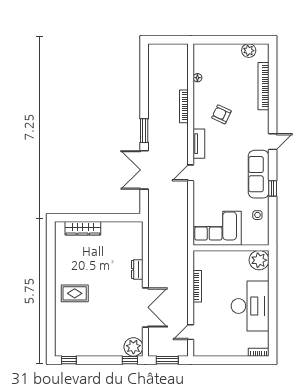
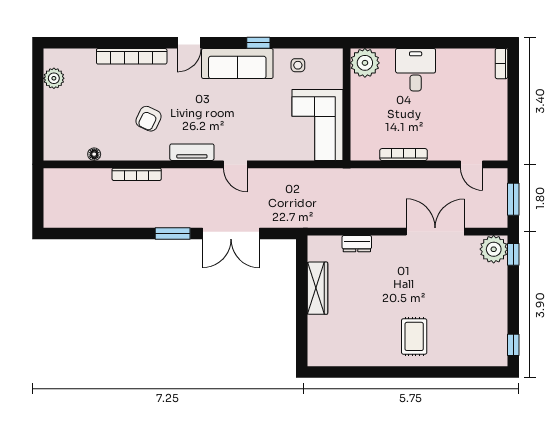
bookcase: (263, 86) -> (132, 56), moved
door: (273, 142) -> (189, 43), swing flipped
wardrobe: (83, 228) -> (317, 288), moved
dresser: (137, 269) -> (357, 244), moved
desk: (250, 306) -> (416, 70), width x0.53, depth x0.77

